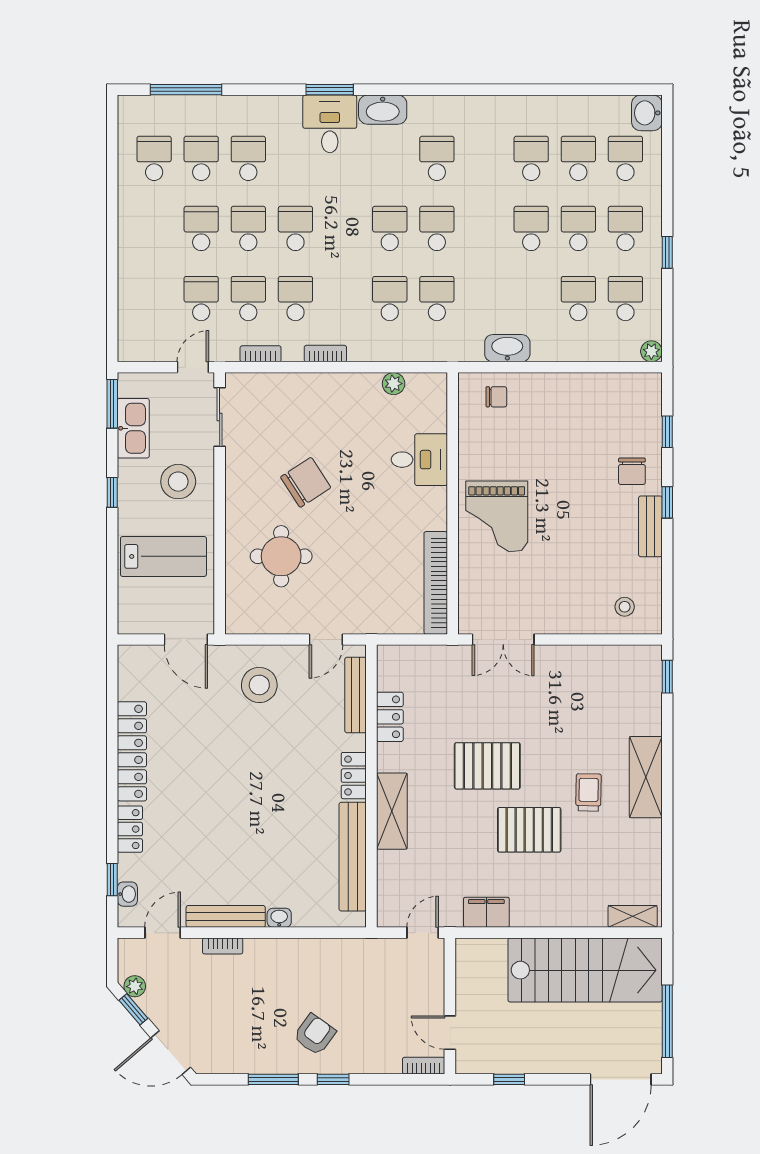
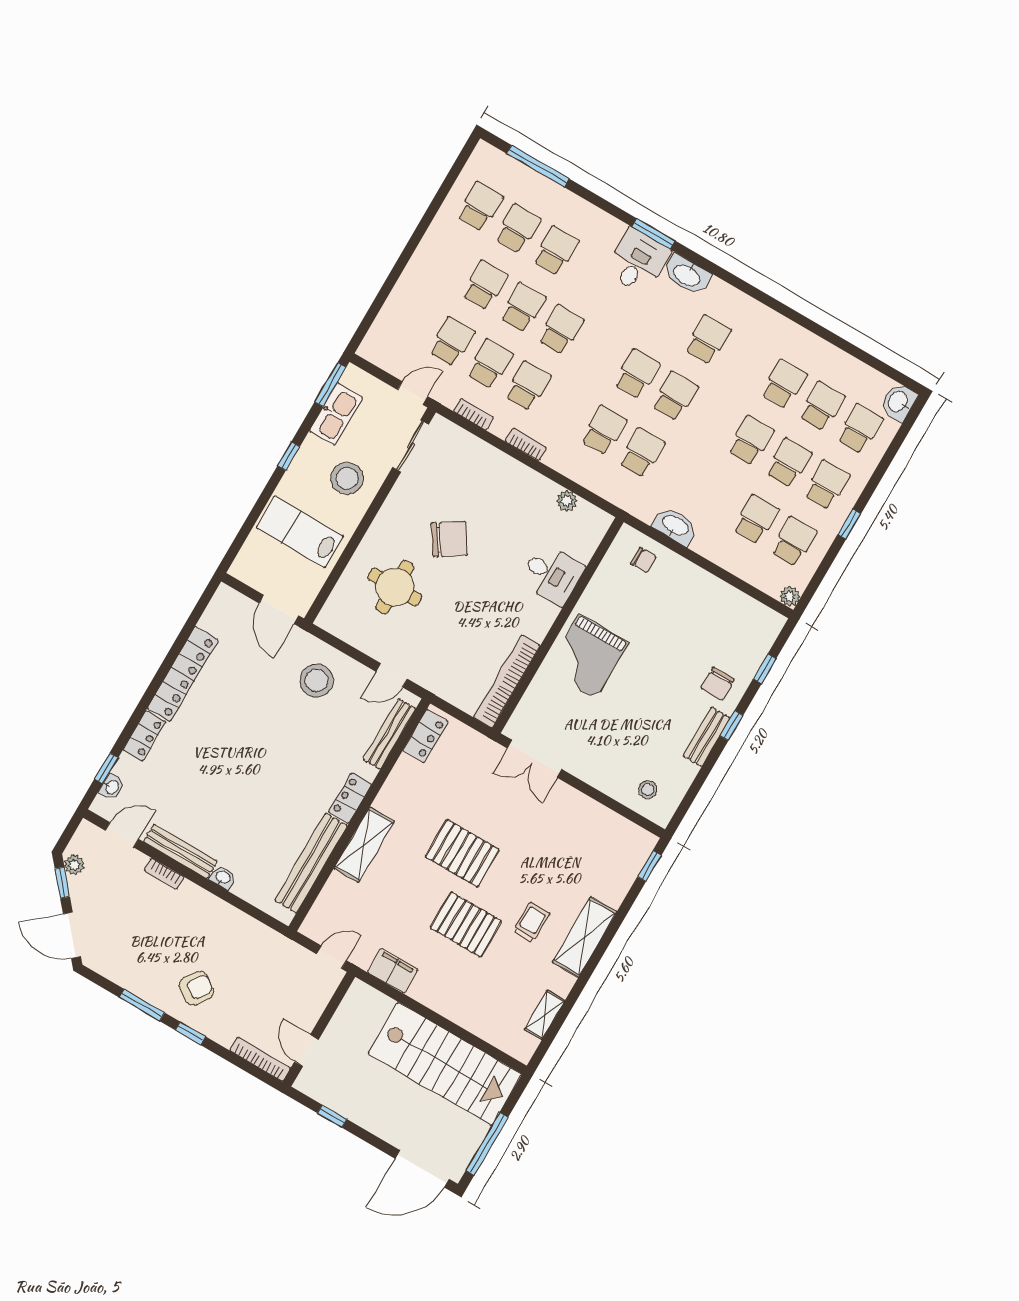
lab bench: (163, 556) -> (300, 532), turned 180
locker: (390, 717) -> (425, 736), moved
shelving: (633, 916) -> (545, 1015), moved, turned 90
bookcase: (424, 1066) -> (260, 1059), width x1.56

